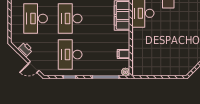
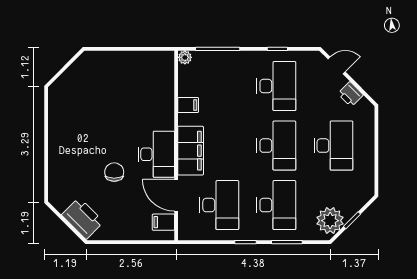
filing cabinet: (124, 54) -> (188, 105), moved

